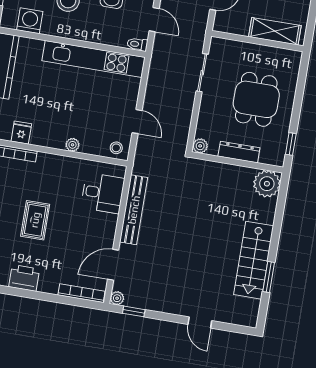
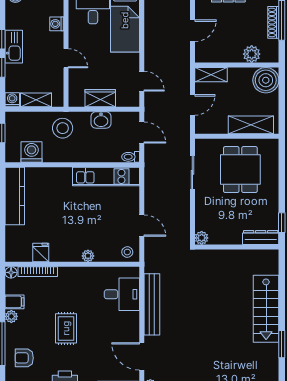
kitchen unit: (94, 59) -> (106, 176), width x0.73
dining table: (256, 99) -> (240, 170), moved
dresser: (239, 152) -> (261, 237), moved
plant: (267, 184) -> (266, 261), removed
stairs: (254, 260) -> (266, 309), moved
door: (113, 265) -> (142, 356), hinge flipped

